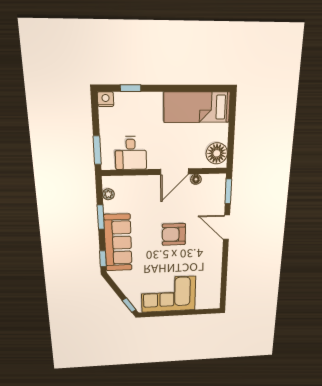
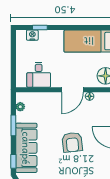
nightstand: (106, 99) -> (32, 35), moved
window: (97, 150) -> (13, 72), removed
armchair: (174, 234) -> (72, 142), turned -96

